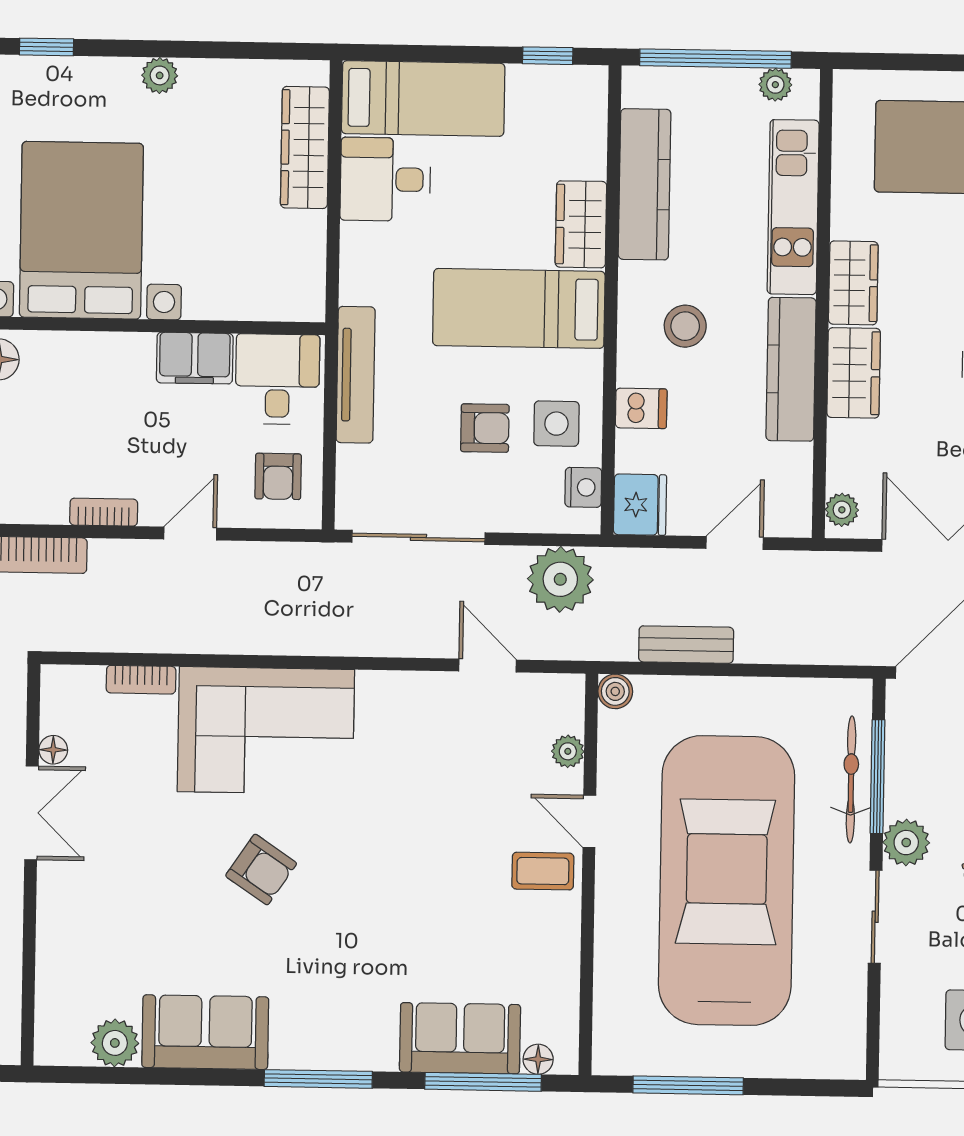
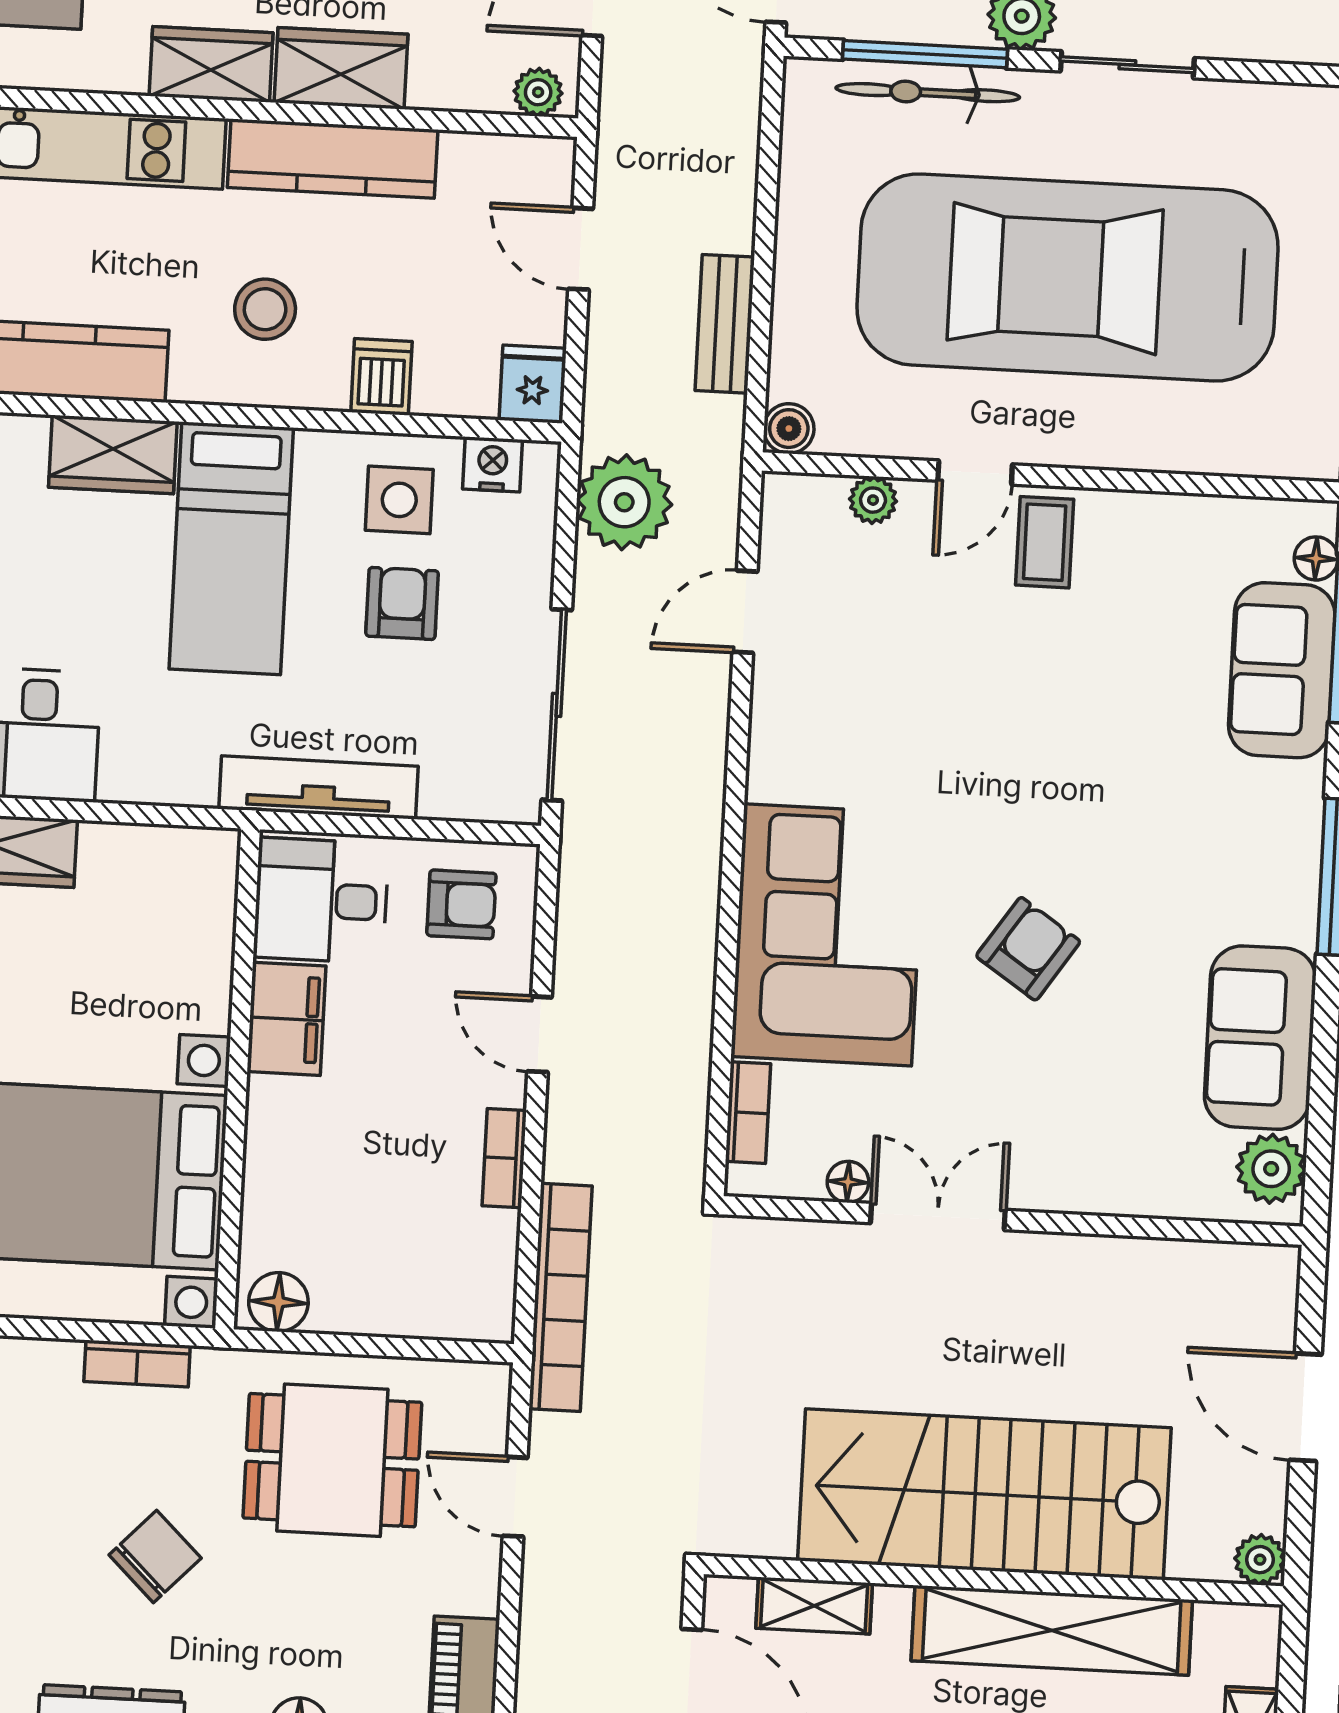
fridge: (640, 505) -> (533, 384), width x0.72
floor lamp: (53, 750) -> (848, 1182), moved
double door: (31, 813) -> (938, 1217), moved
wall: (31, 865) -> (1013, 1220), moved

